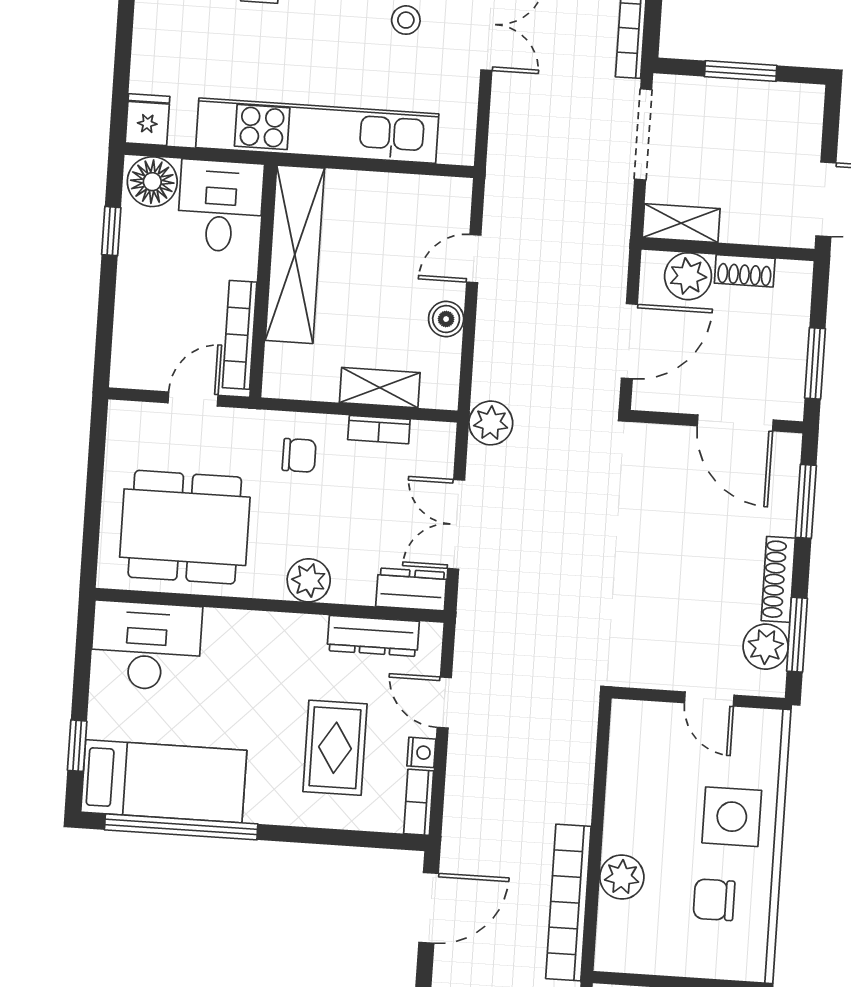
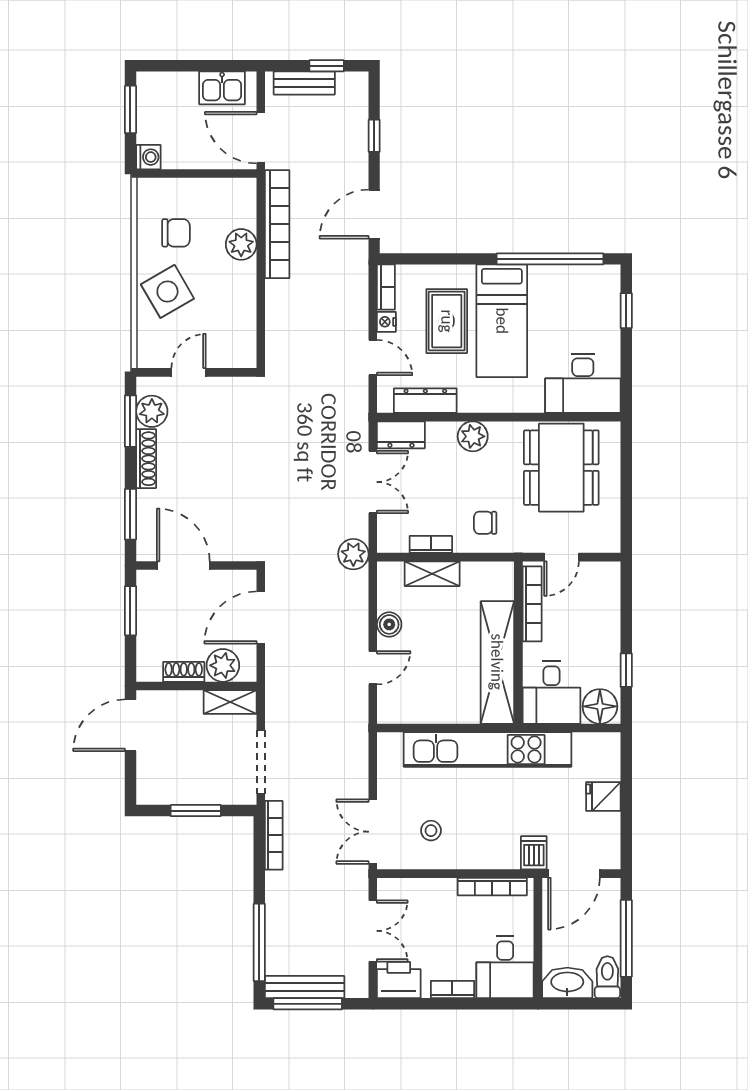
fridge: (148, 120) -> (603, 797), moved, turned 90
dining table: (185, 527) -> (561, 468), turned 90
door: (709, 699) -> (189, 372), hinge flipped
bed: (164, 781) -> (502, 321), moved, turned -90
side table: (732, 817) -> (167, 291), turned -30

